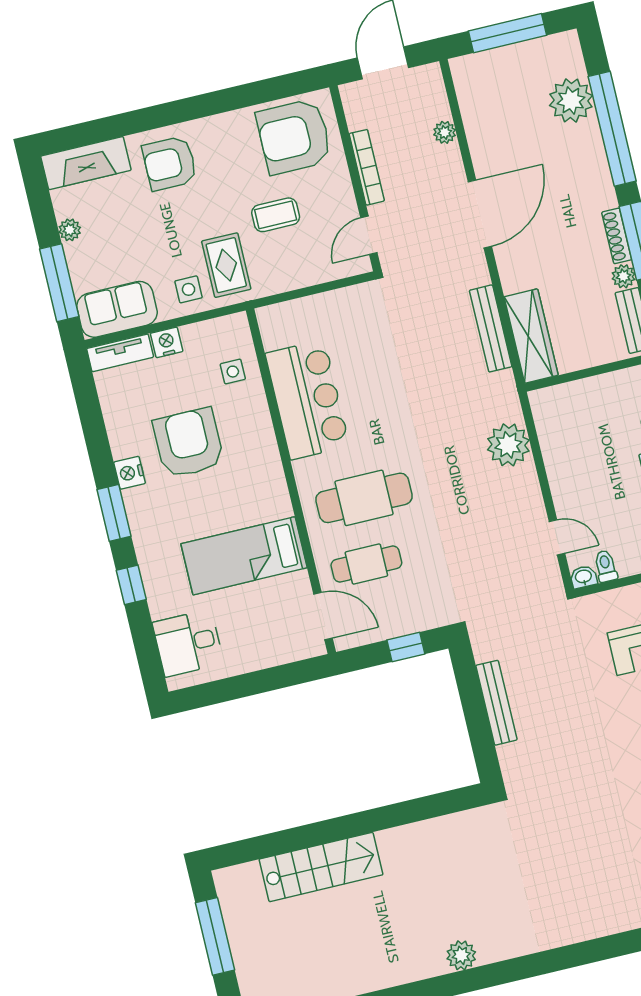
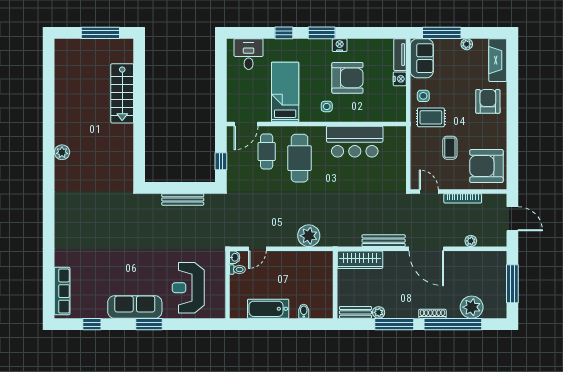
armchair: (294, 137) -> (486, 166), turned -90
shoe rack: (617, 236) -> (432, 314), moved
bench: (491, 328) -> (384, 241), moved
side table: (233, 372) -> (327, 106), moved

